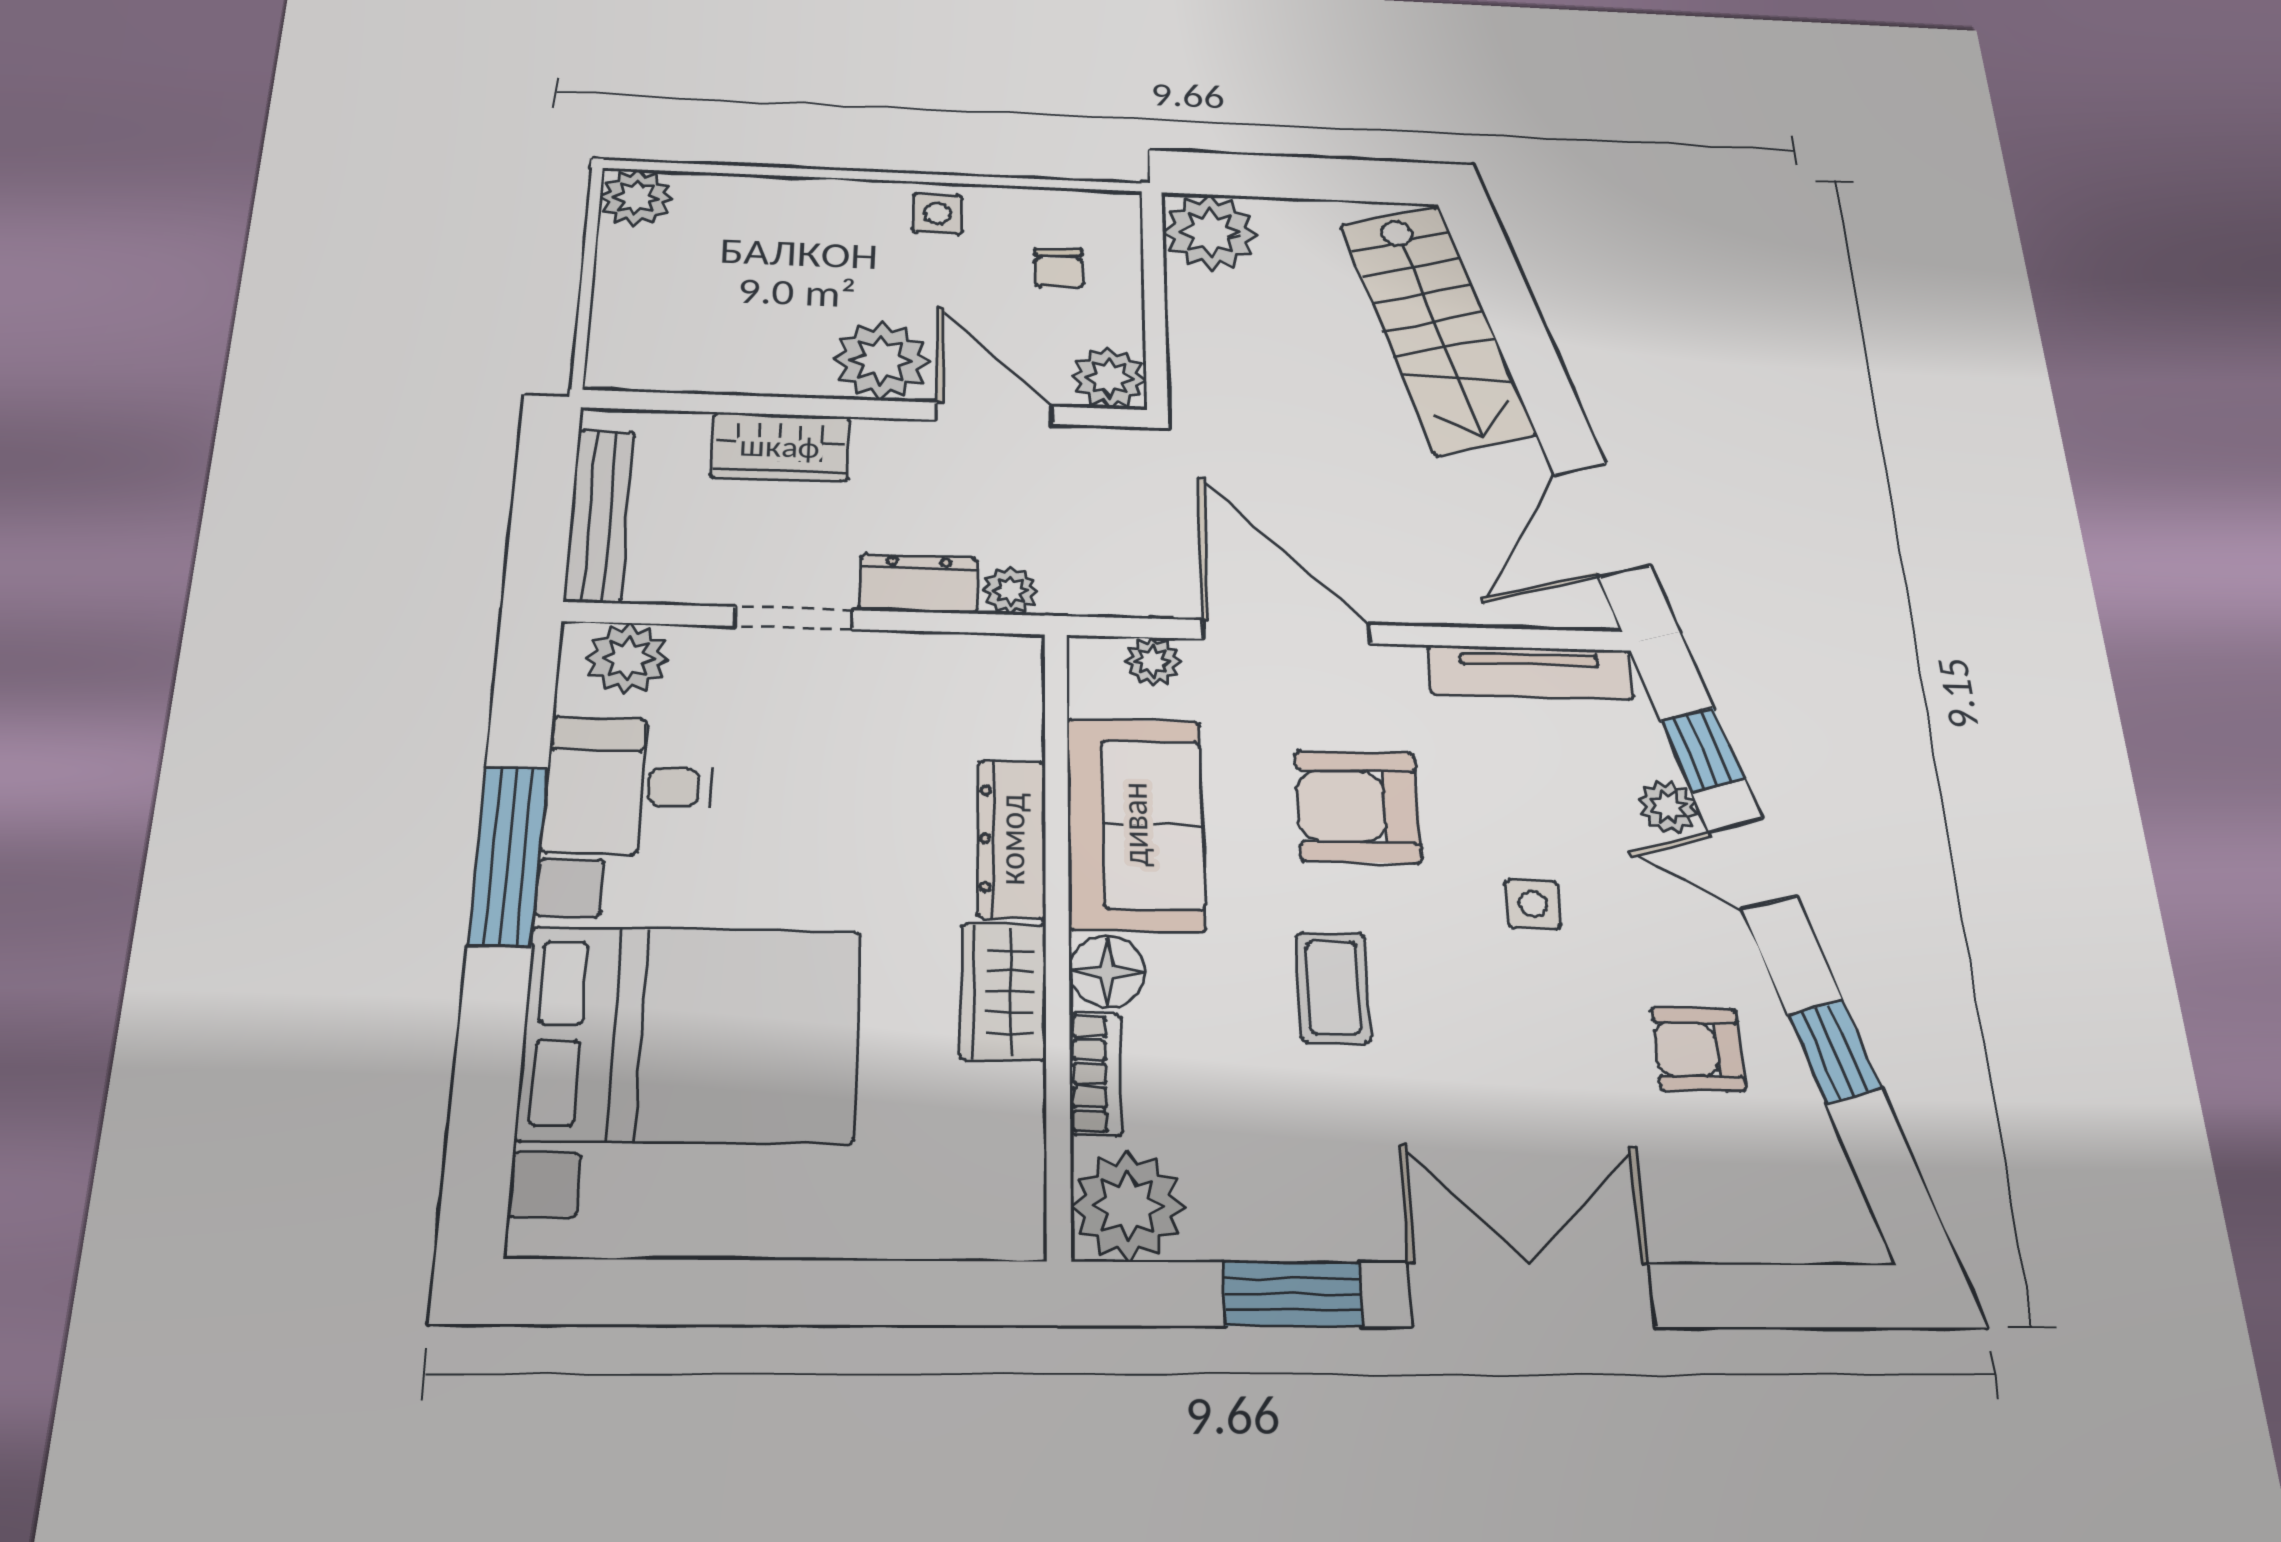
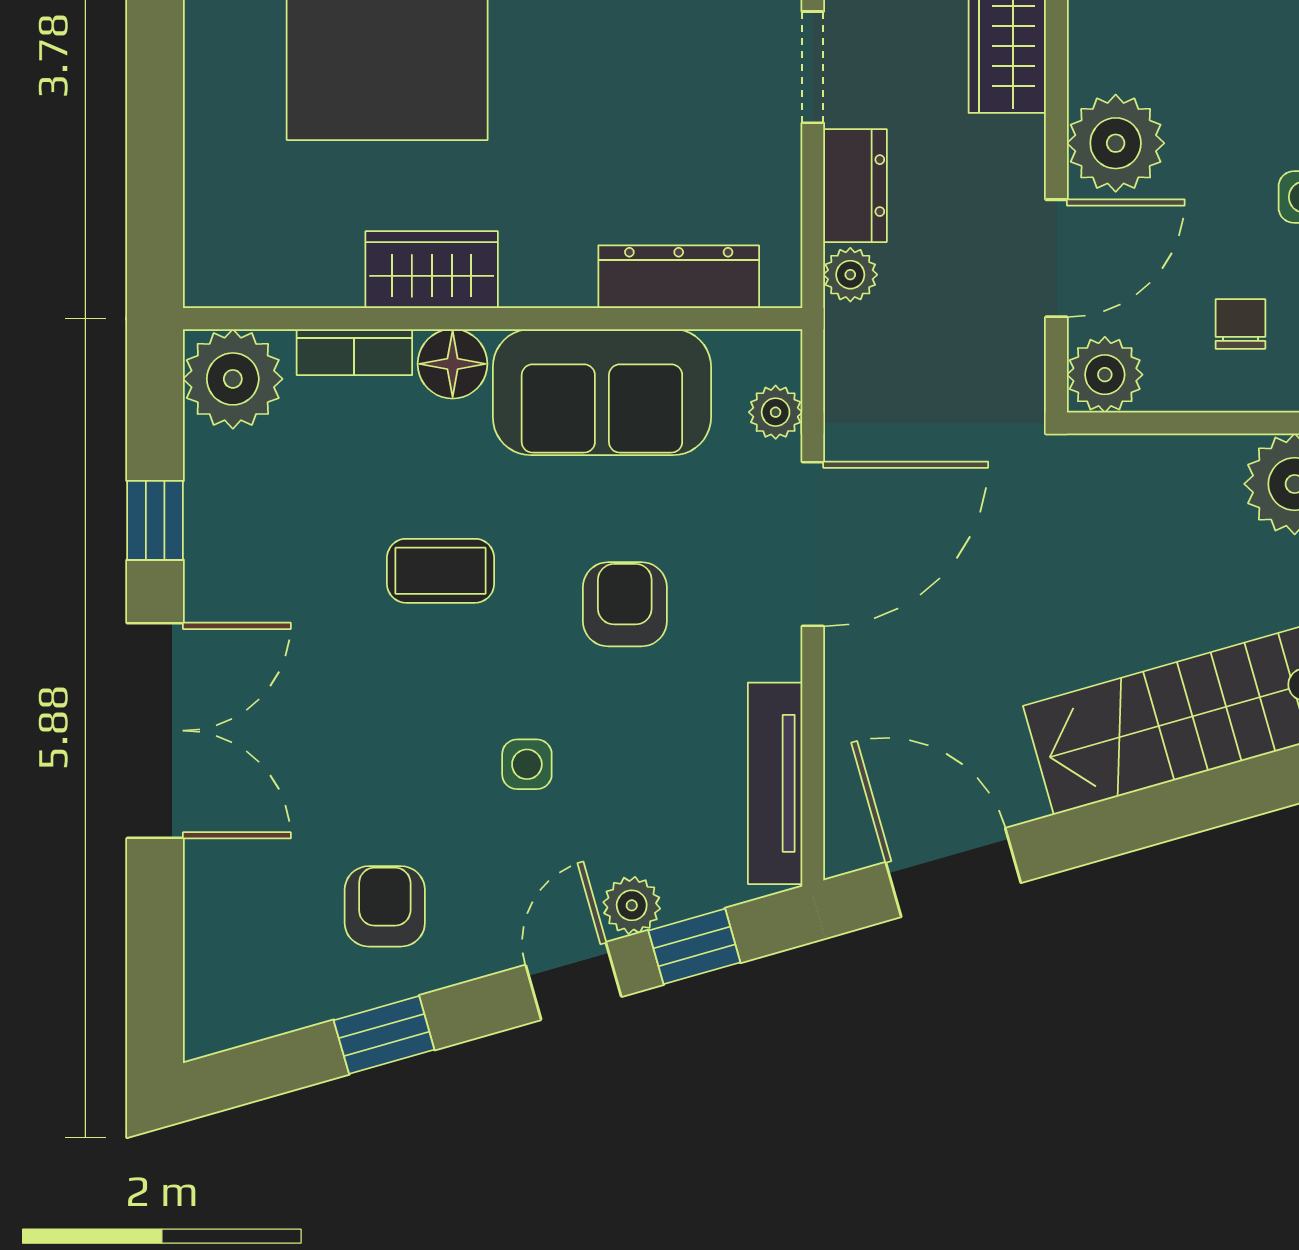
chair: (1059, 268) -> (1240, 324), turned 92
armchair: (1358, 807) -> (625, 604), width x0.72, depth x0.72
dresser: (1012, 839) -> (679, 277), moved
window: (1293, 1294) -> (155, 520), width x0.67

